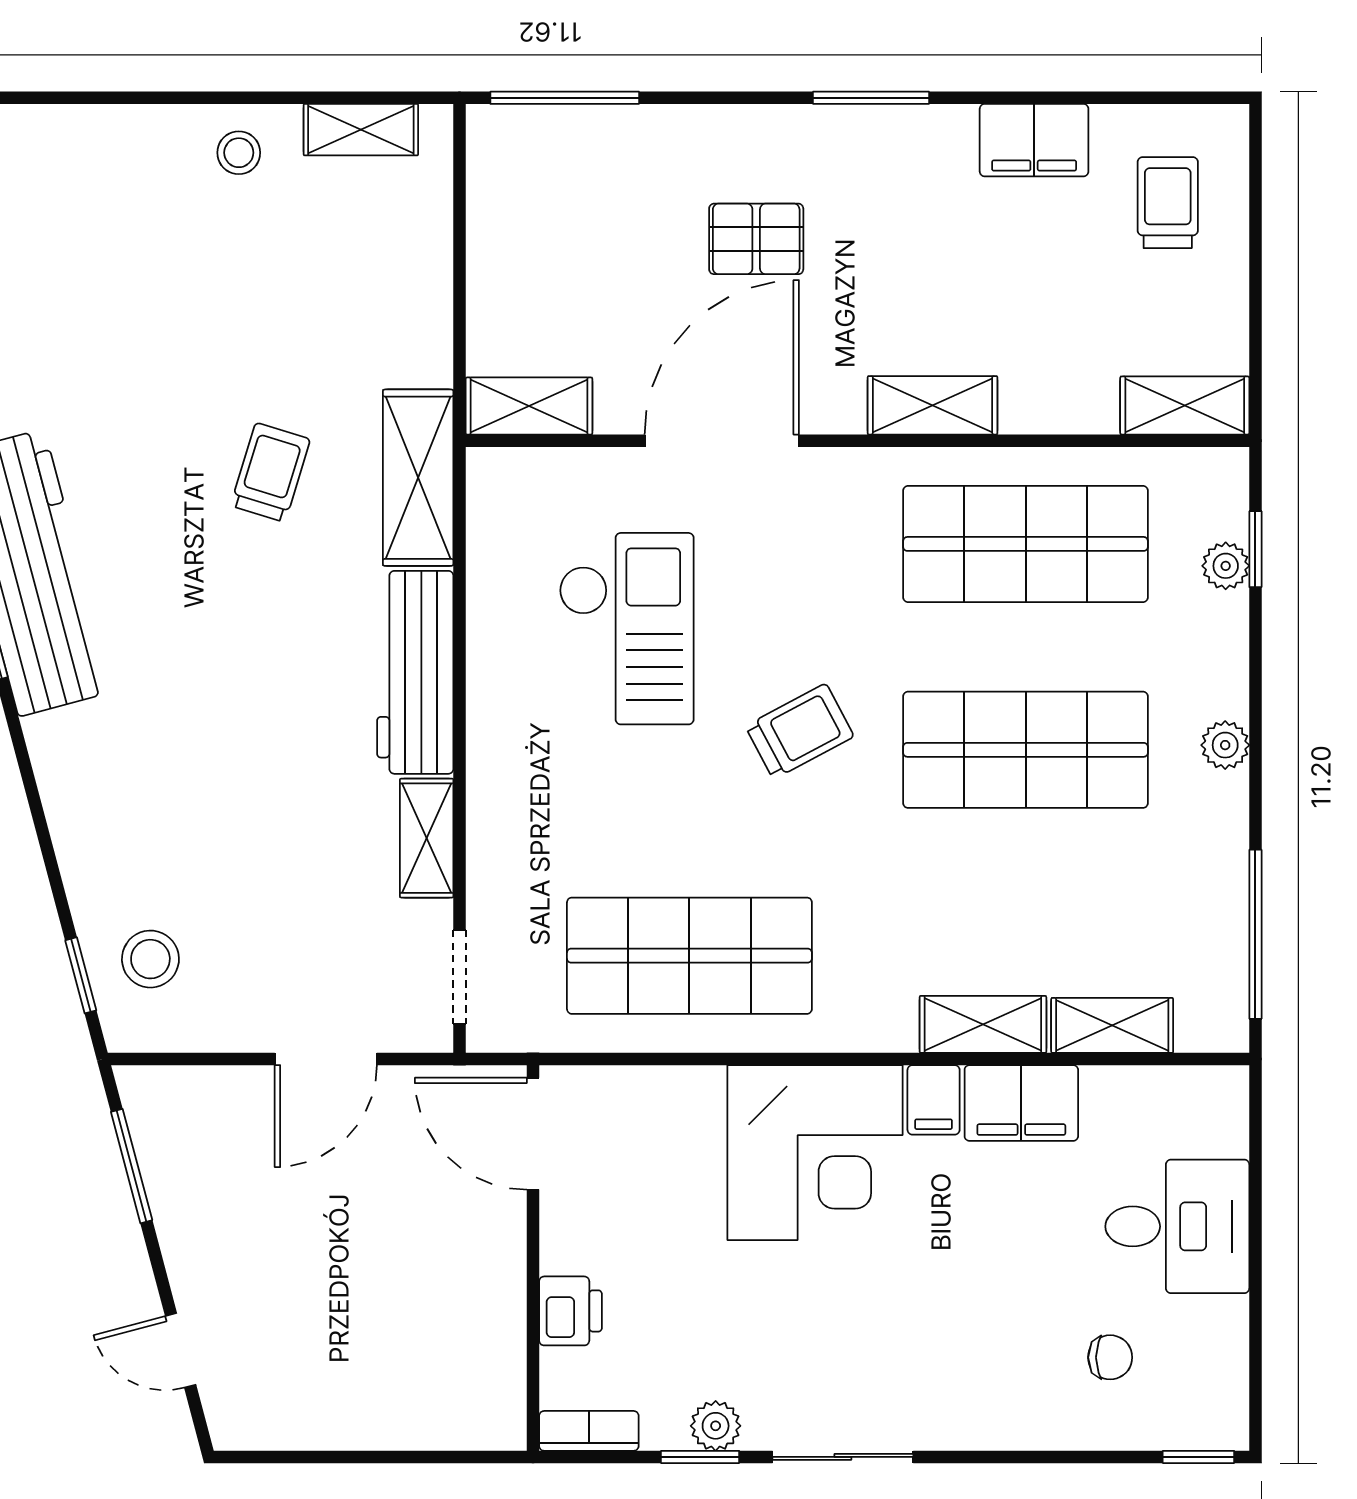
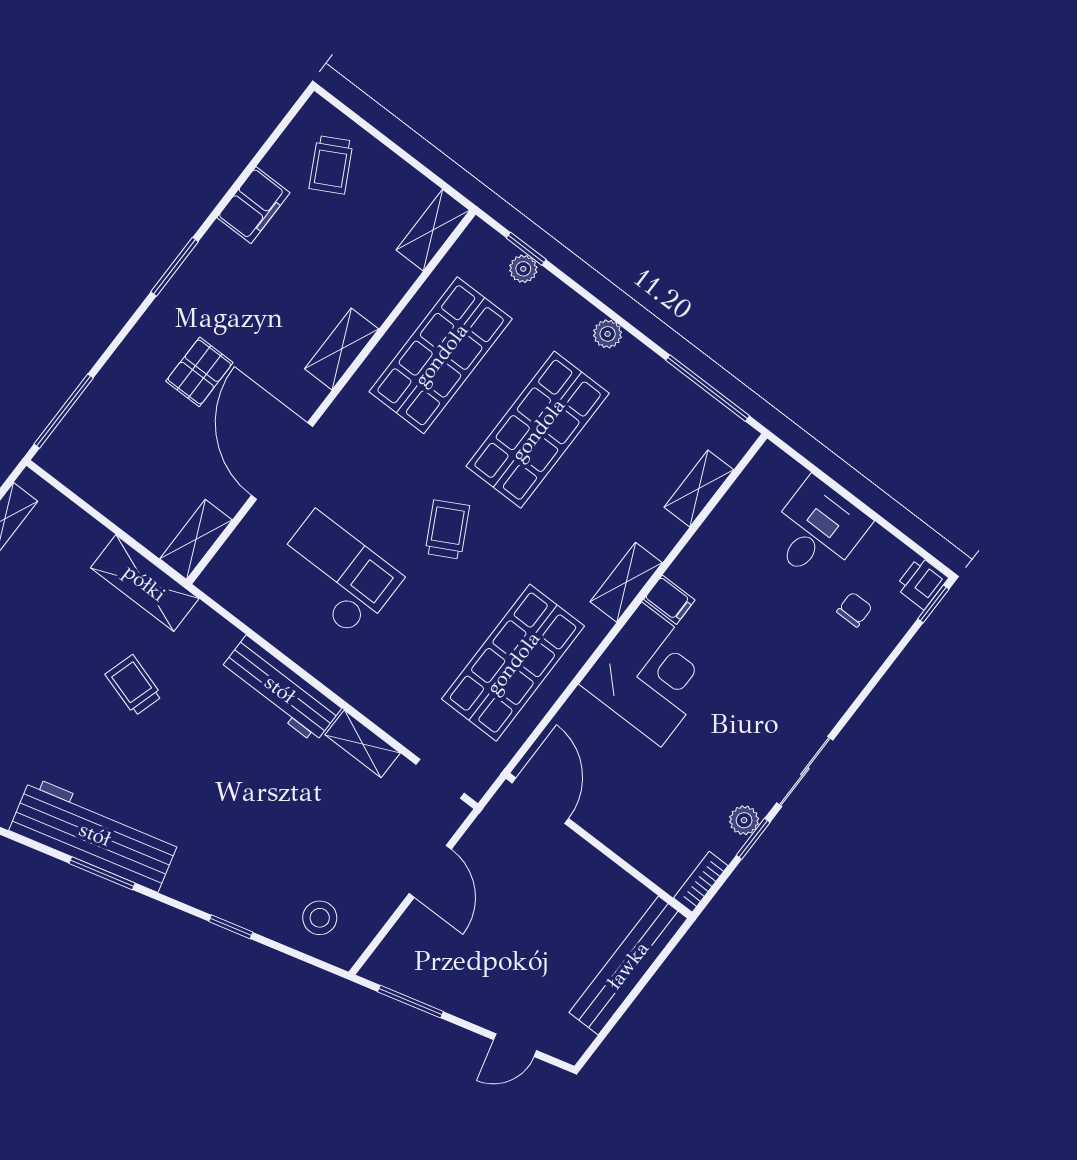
trolley: (1168, 203) -> (331, 165), turned -118
shelving: (418, 478) -> (145, 583), moved
window: (81, 975) -> (231, 927), moved
shelving: (983, 1024) -> (626, 582), moved
filing cabinet: (1021, 1103) -> (703, 559), removed
door: (533, 1134) -> (540, 801), swing flipped
printer: (570, 1311) -> (922, 583), moved, turned -90
bench: (403, 1420) -> (628, 965), added

